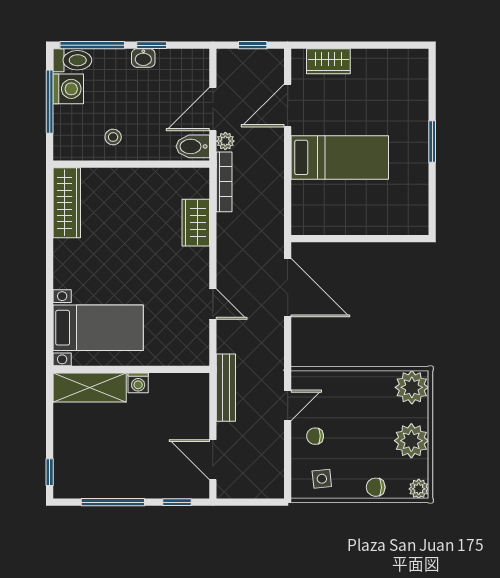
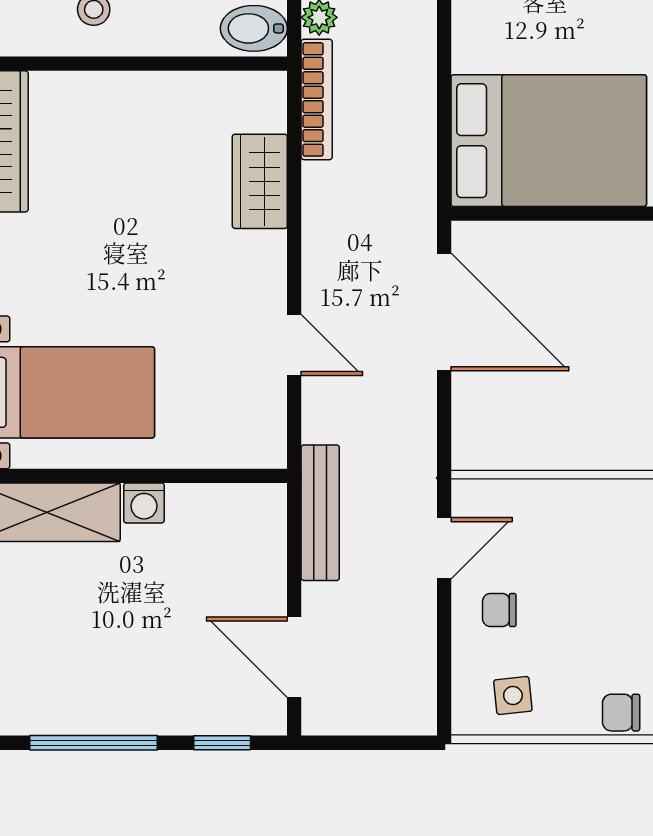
bed: (340, 157) -> (549, 141), moved, width x1.50

